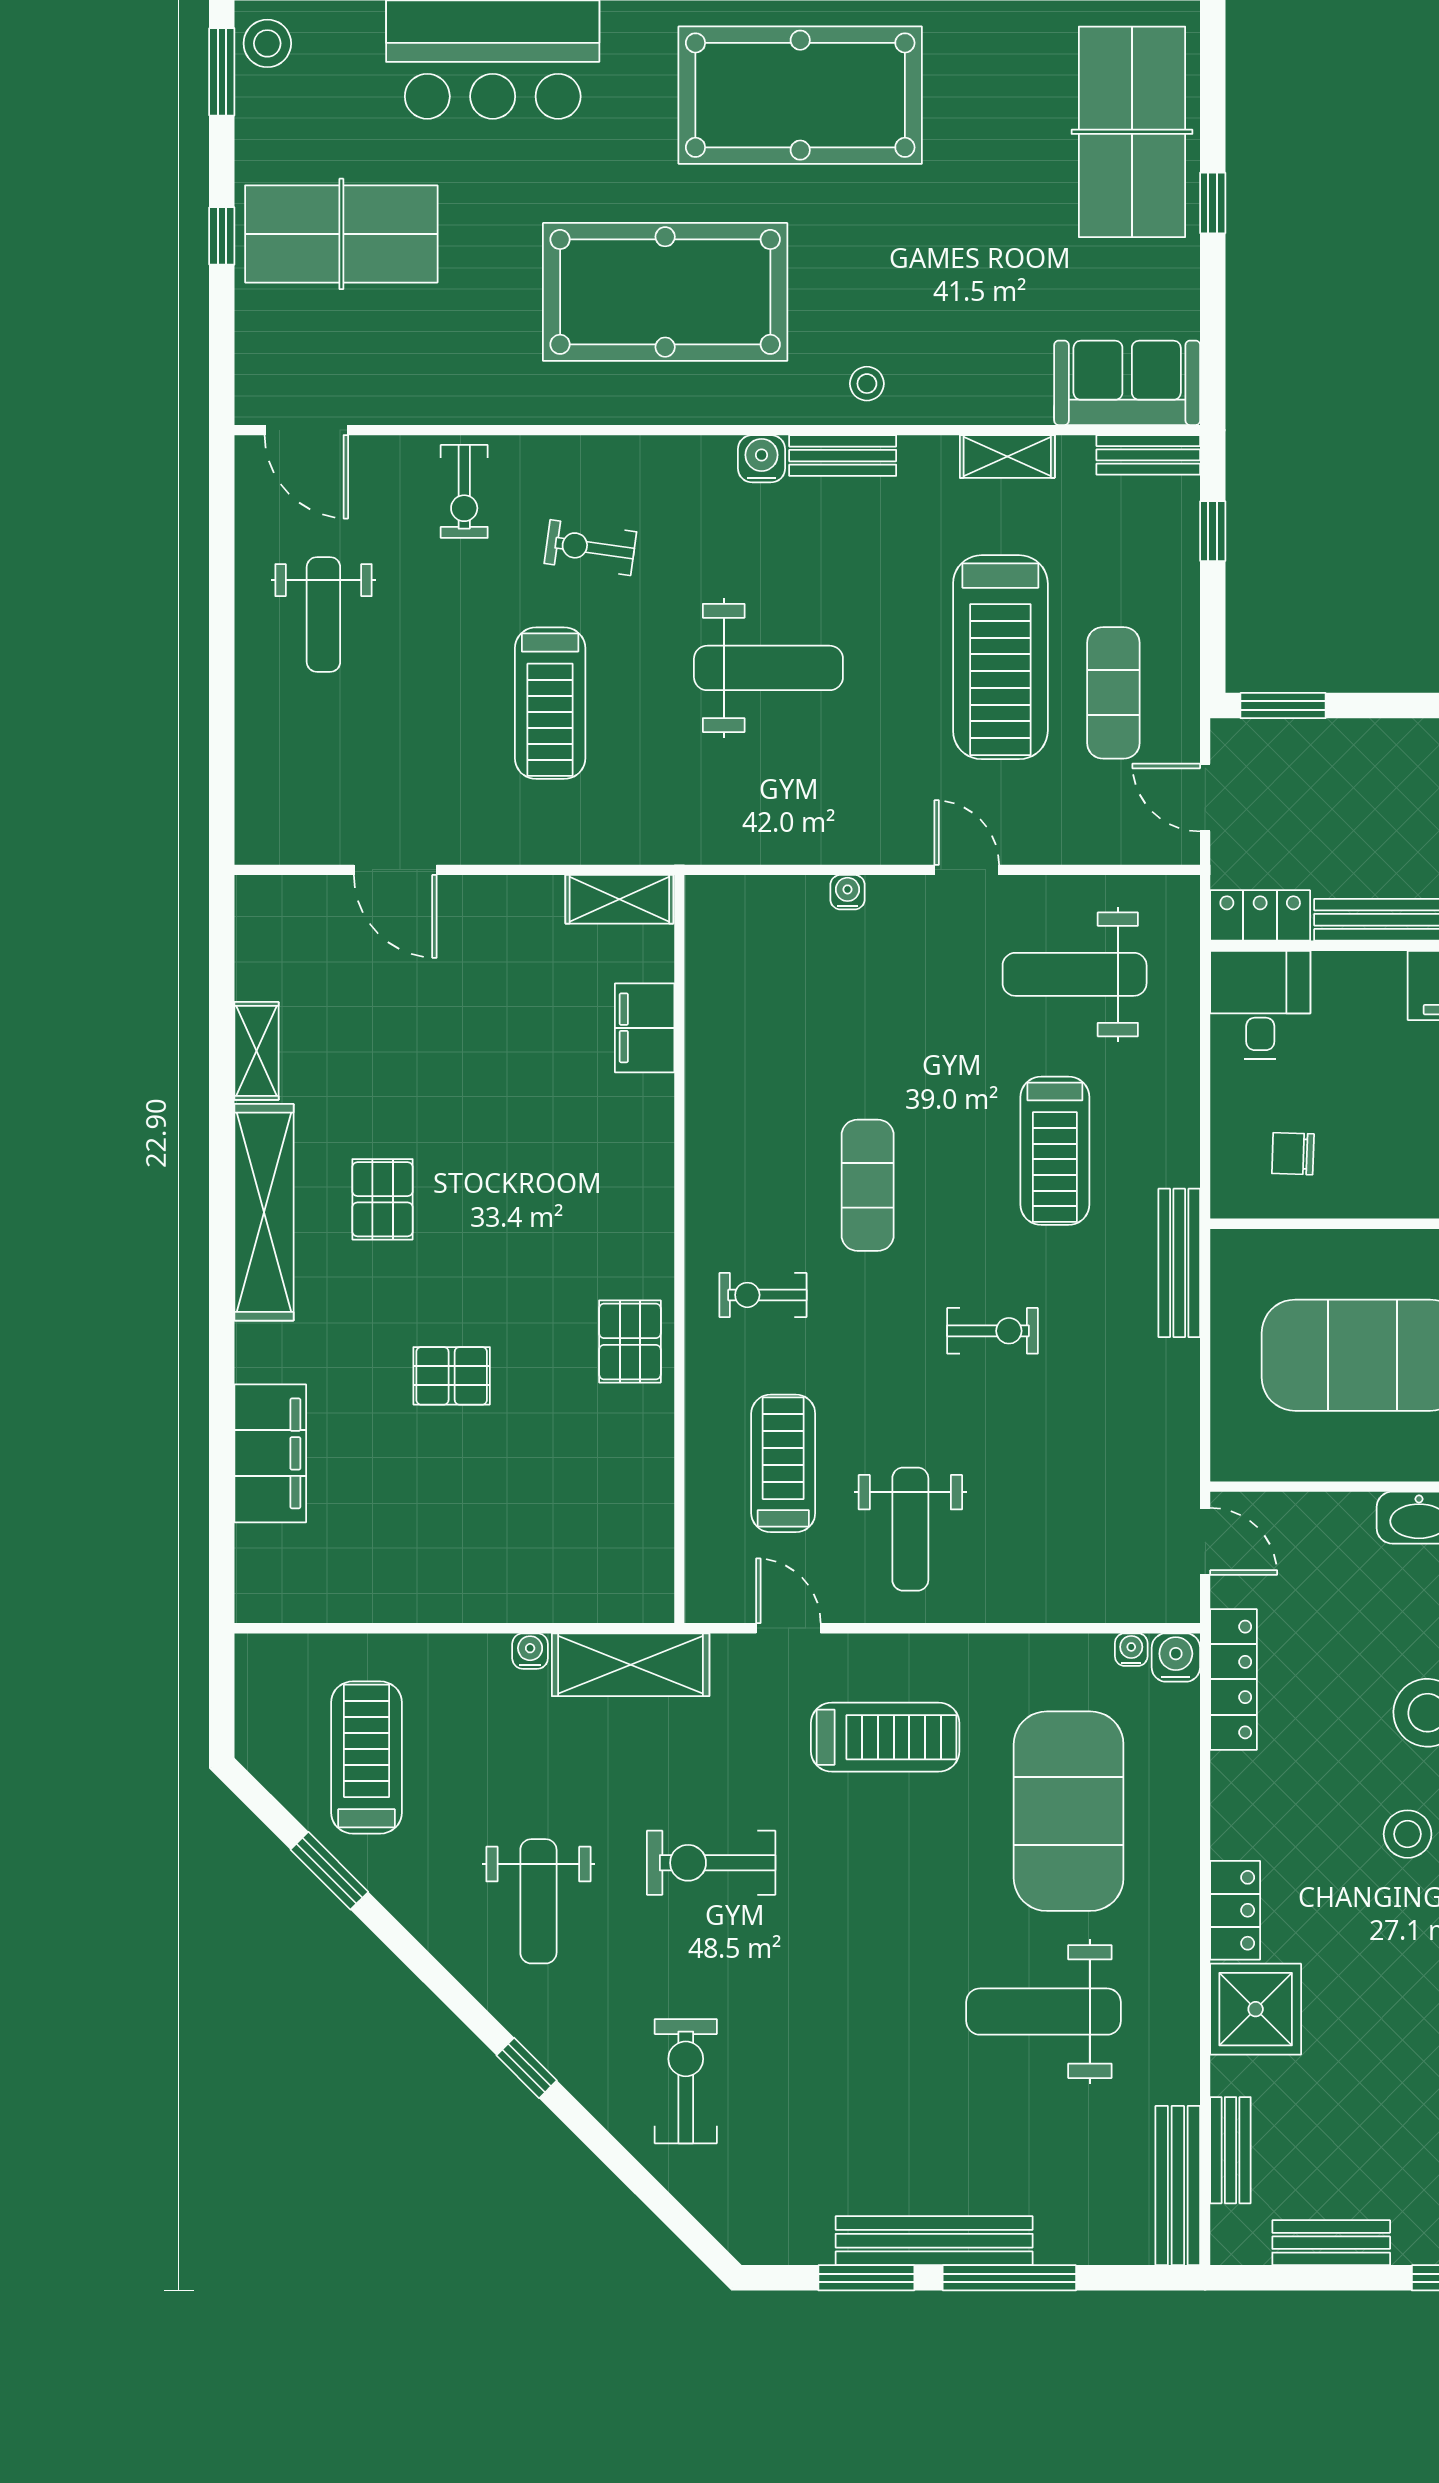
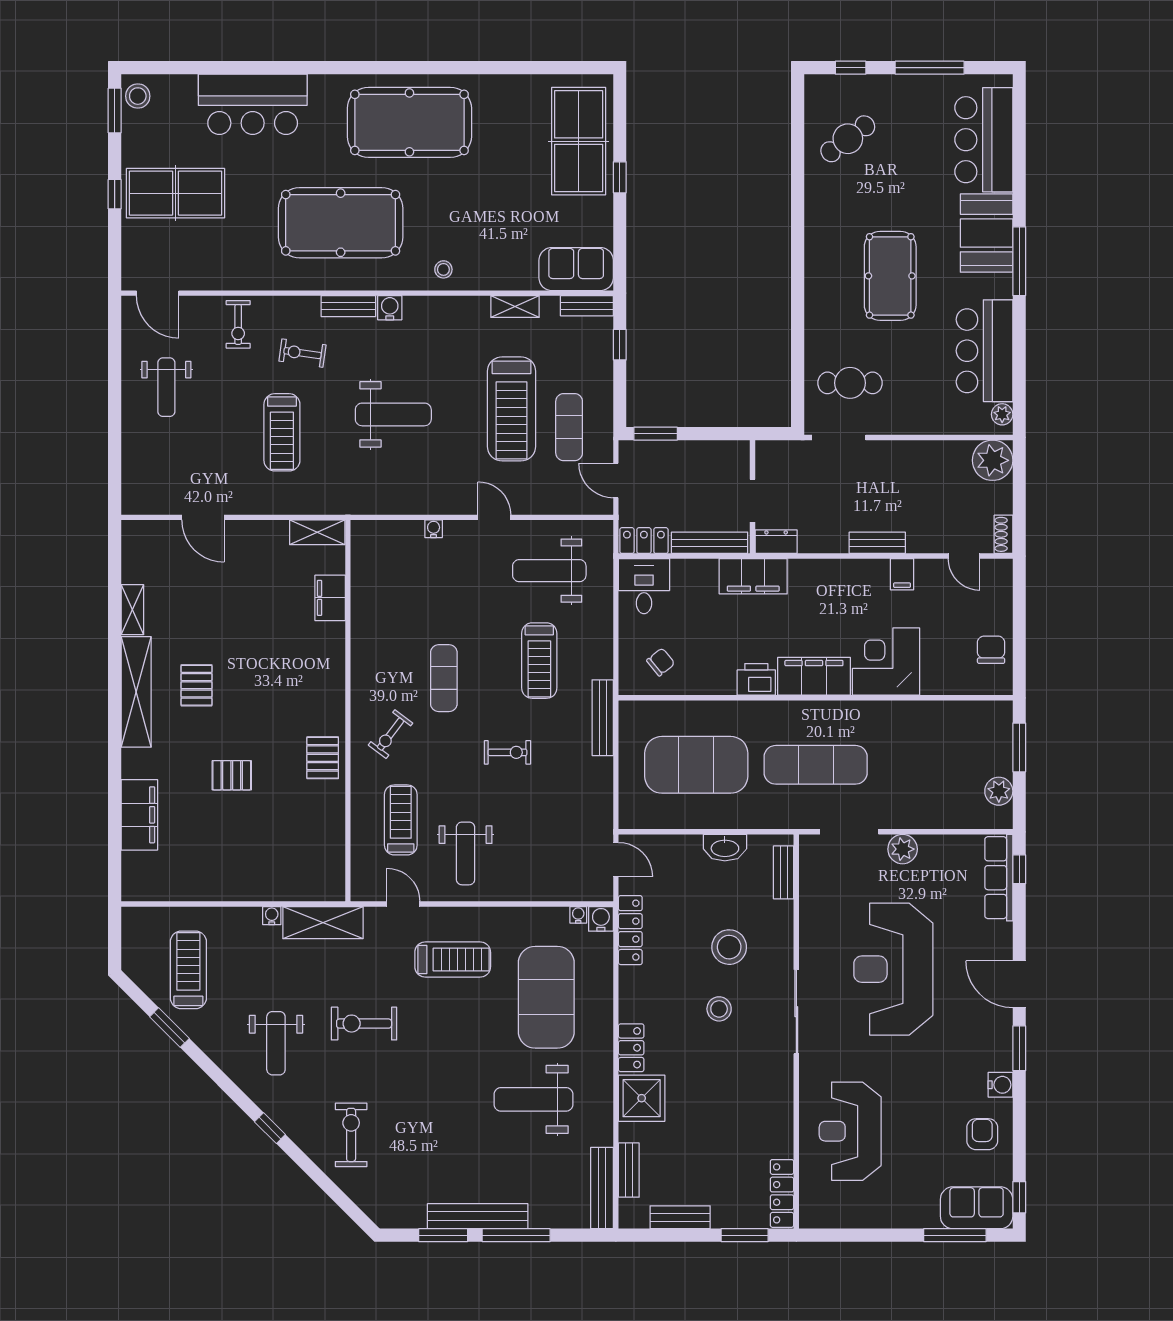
bench: (843, 456) -> (348, 306), moved
chair: (1293, 1154) -> (661, 662), turned 139
exercise bike: (763, 1295) -> (390, 734), turned -53

